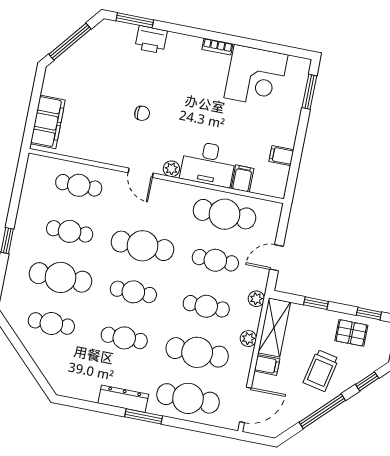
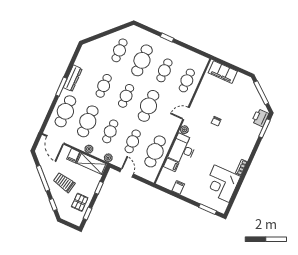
printer: (151, 40) -> (260, 118), moved

